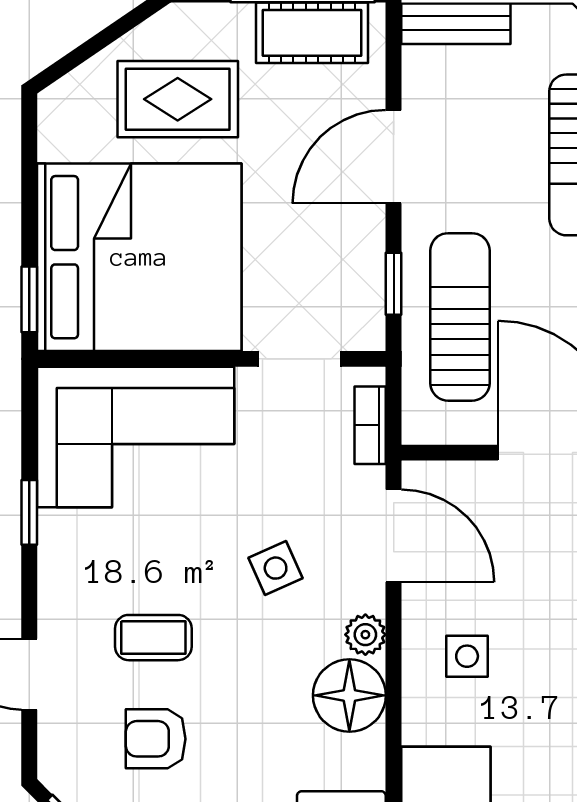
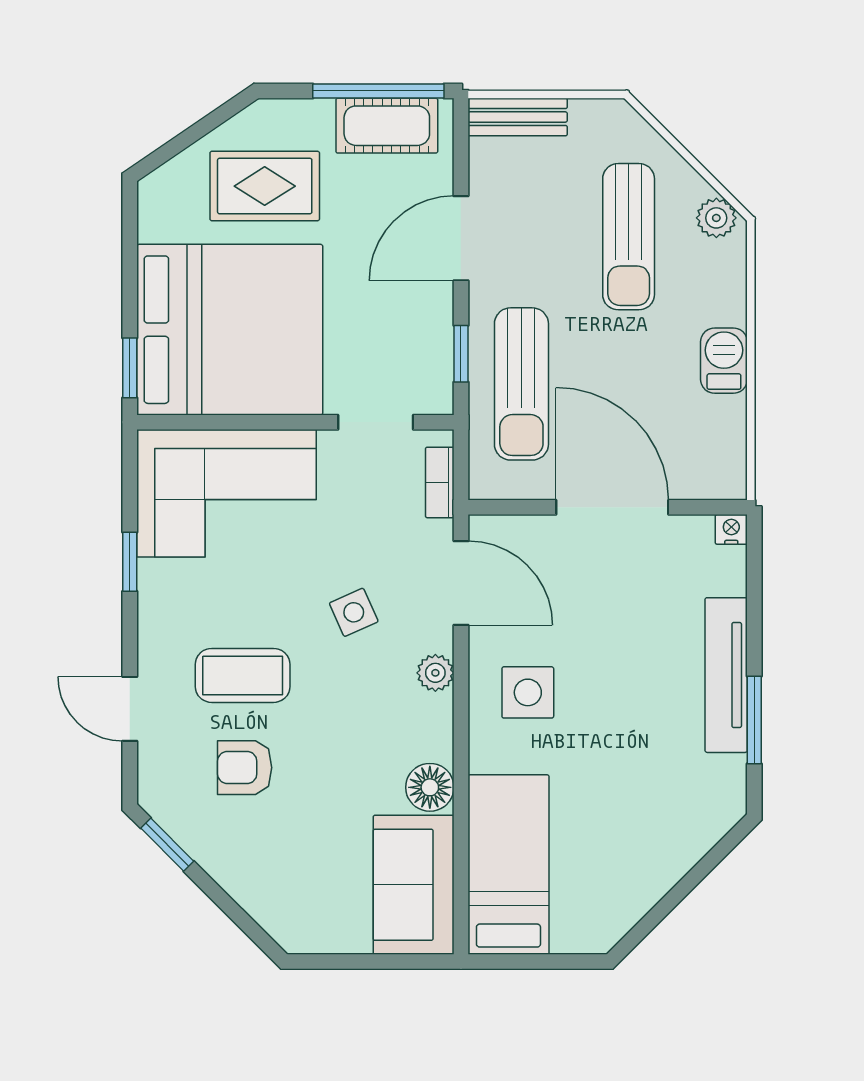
sun lounger: (460, 317) -> (521, 384), turned 180
coffee table: (153, 638) -> (243, 675), width x1.36, depth x1.30
side table: (467, 656) -> (528, 692), width x1.37, depth x1.37
floor lamp: (349, 695) -> (430, 787), moved, width x0.73, depth x0.73

